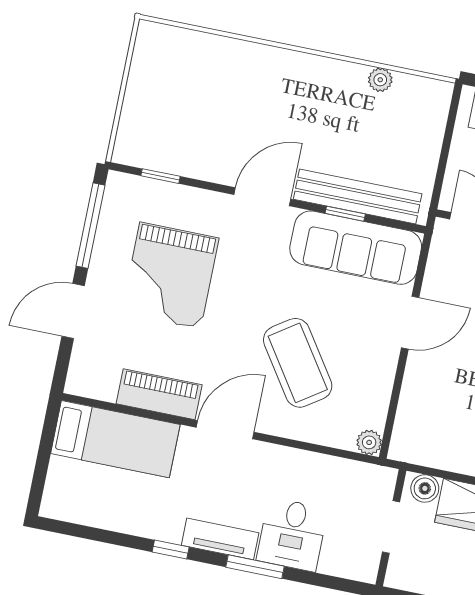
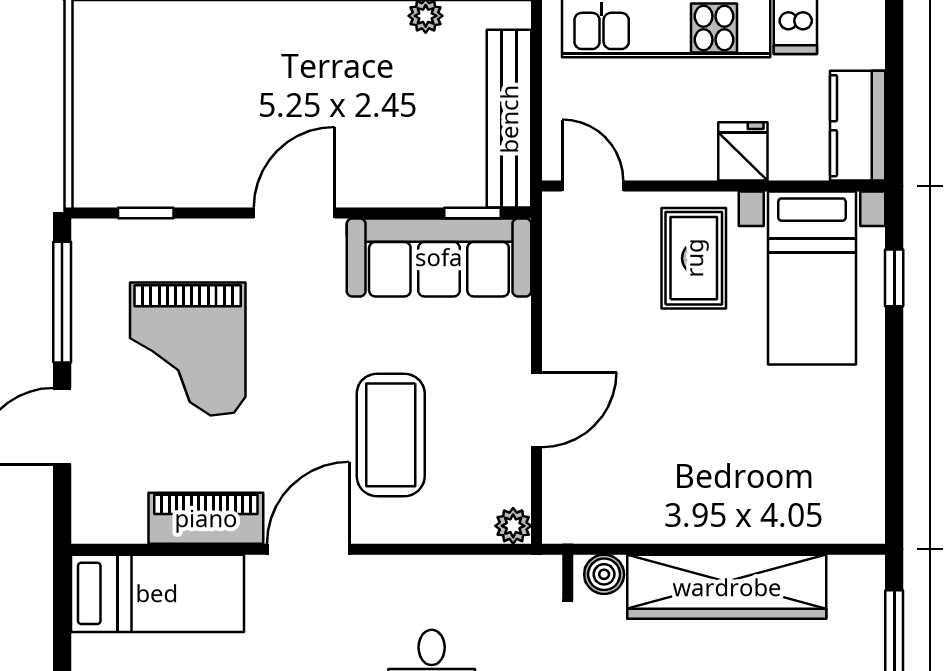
bench: (358, 197) -> (509, 119), moved, turned 90
window: (345, 214) -> (472, 213), moved
door: (410, 323) -> (536, 410), moved
coffee table: (298, 363) -> (391, 435), turned 34

